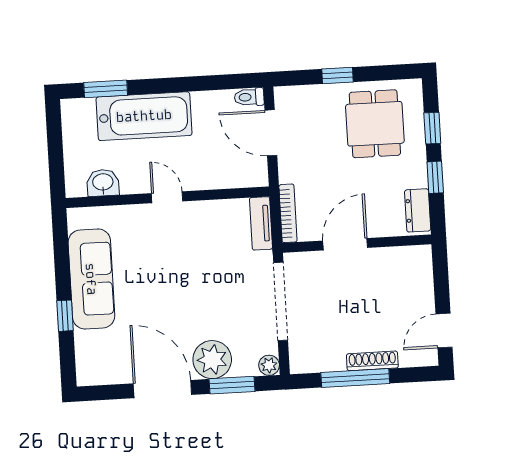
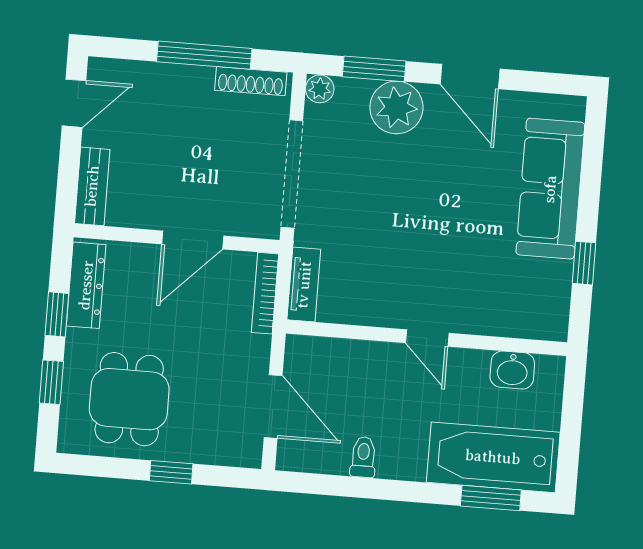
toilet: (249, 97) -> (363, 457), moved, turned -90
bathtub: (144, 116) -> (493, 457), moved
dresser: (418, 210) -> (86, 285), width x1.44
bench: (423, 273) -> (92, 186), added
sofa: (91, 279) -> (550, 189), moved
window: (65, 316) -> (584, 263), moved
shoe rack: (372, 361) -> (251, 81), moved
door: (162, 389) -> (470, 77), width x0.73

